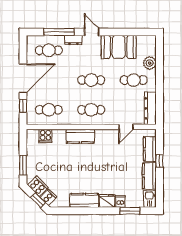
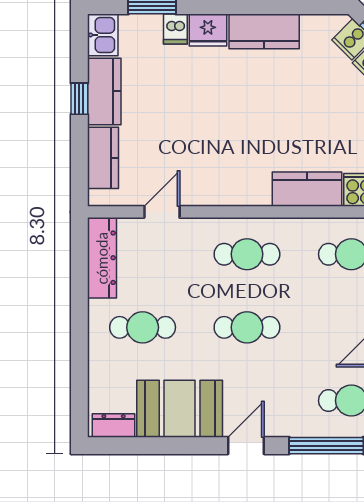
door: (92, 32) -> (246, 446), swing flipped
dresser: (73, 40) -> (114, 425), moved
plant: (150, 63) -> (103, 369), removed
kitchen counter: (80, 136) -> (307, 189), moved
window: (159, 161) -> (79, 99), moved

